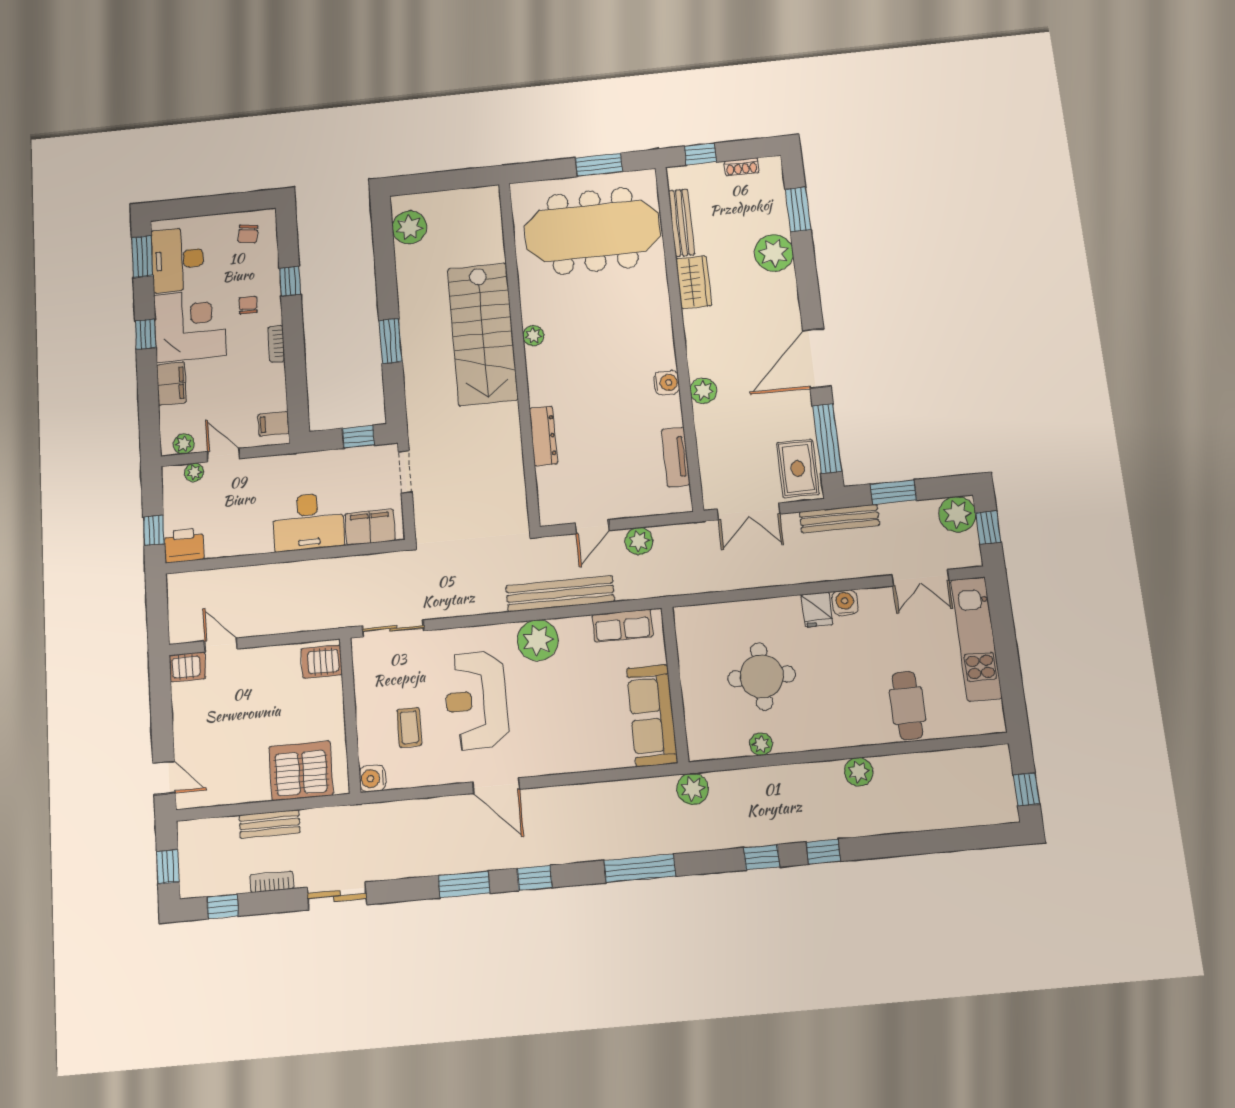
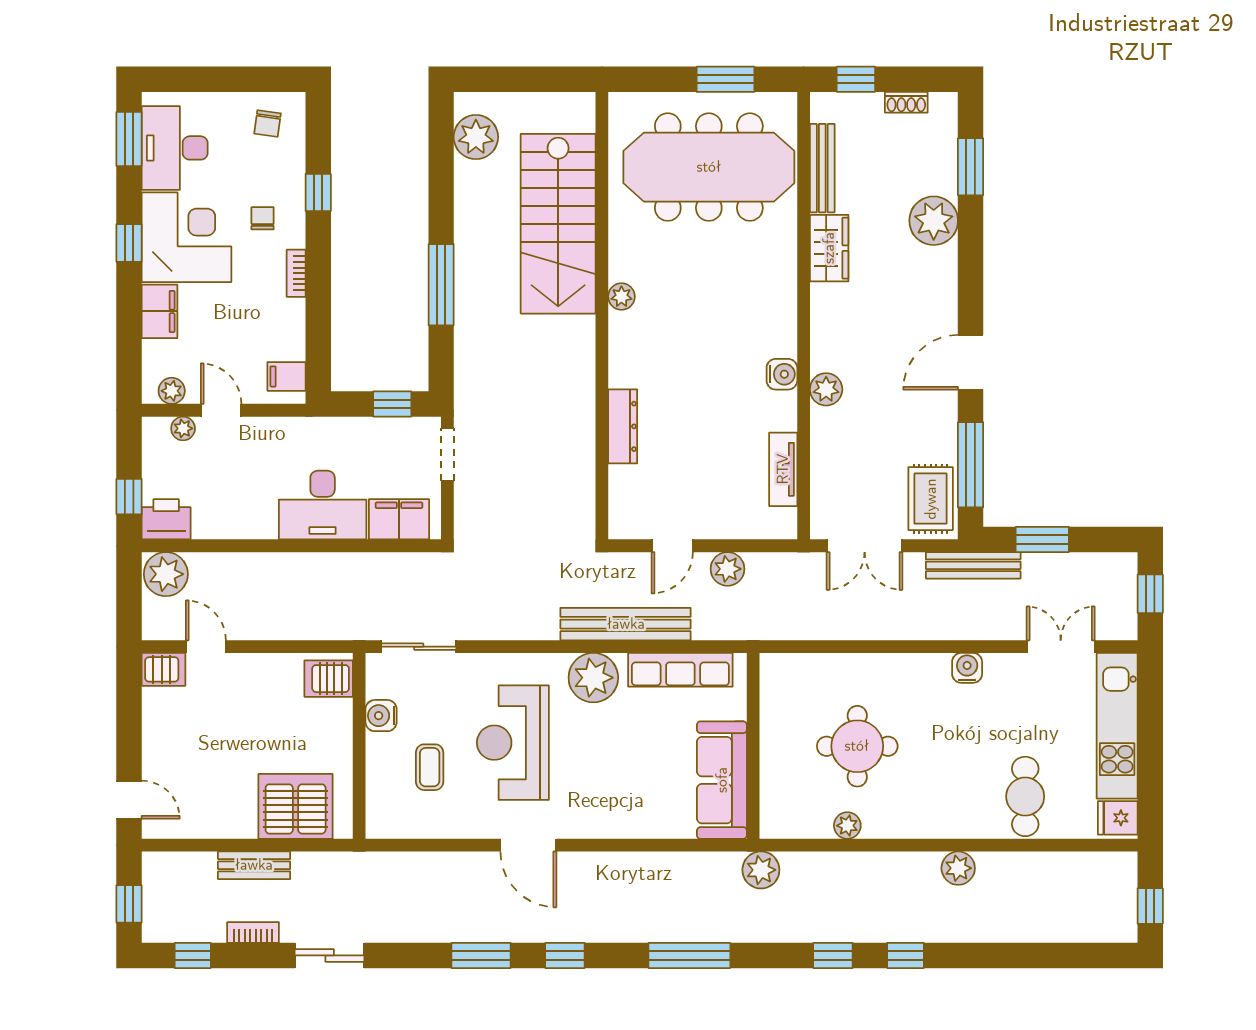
stairs: (483, 334) -> (558, 224), moved
window: (391, 341) -> (441, 285), width x1.44
door: (817, 358) -> (971, 362), width x0.73
plant: (957, 514) -> (166, 574), moved
double door: (920, 578) -> (1061, 647), swing flipped
fridge: (817, 610) -> (1118, 818), moved, turned 90
row of seats: (623, 626) -> (680, 670), width x1.48
water cooler: (372, 778) -> (381, 716), moved

